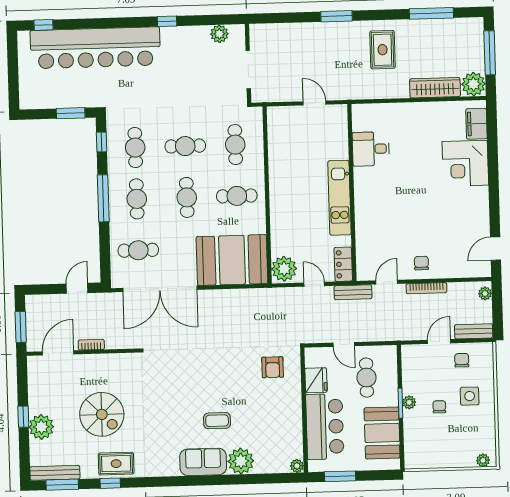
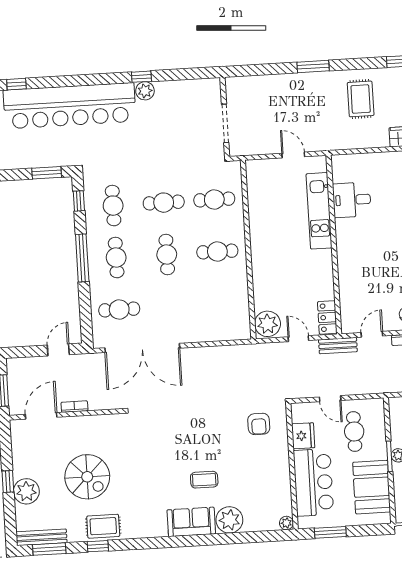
plant: (219, 34) -> (145, 91), moved
cafe table: (235, 145) -> (214, 200), turned 90
kitchen unit: (339, 198) -> (319, 211), moved
booth: (232, 260) -> (214, 317), removed

